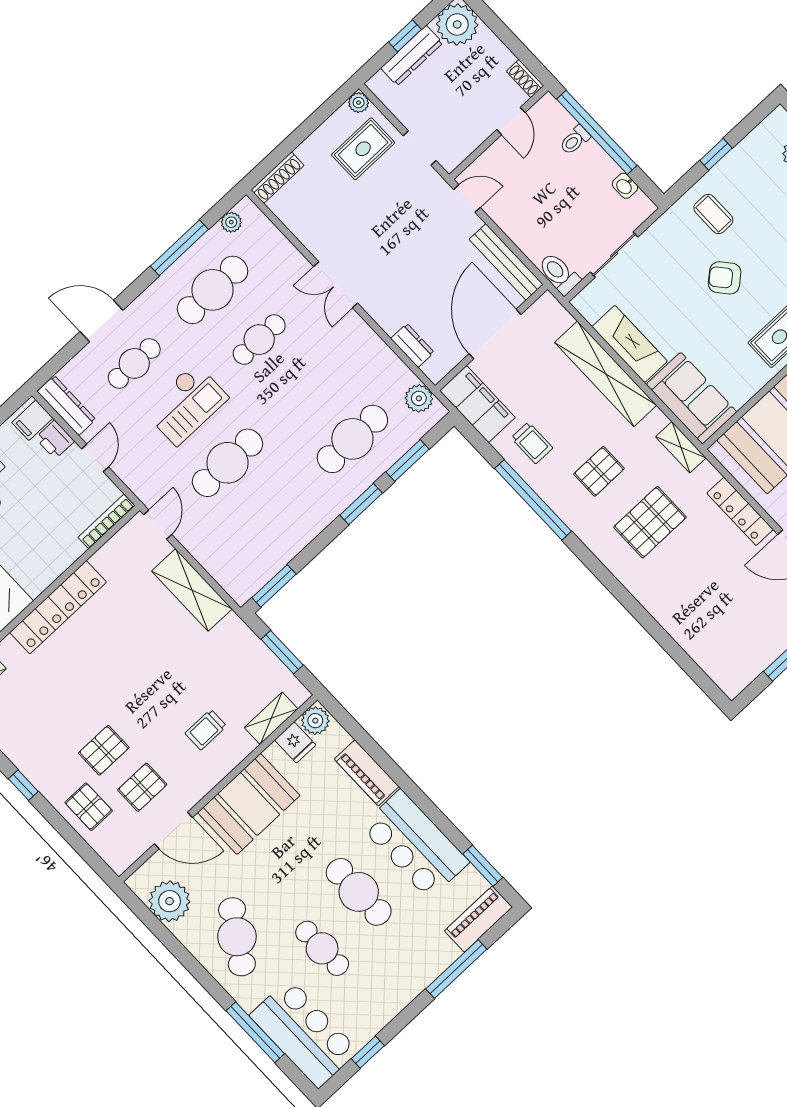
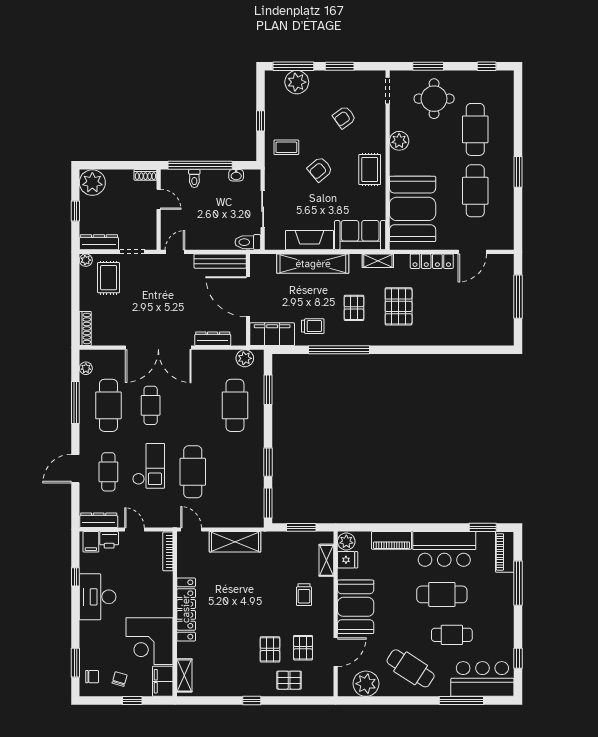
dresser: (412, 56) -> (99, 242), moved, turned -90
double door: (336, 285) -> (158, 348), width x1.87
dresser: (412, 345) -> (213, 339), width x1.44
window: (361, 504) -> (268, 462), moved

